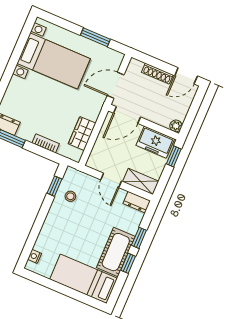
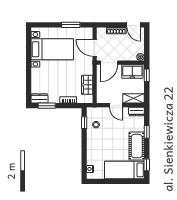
door: (186, 76) -> (134, 25), hinge flipped
door: (116, 85) -> (95, 48), hinge flipped
window: (128, 263) -> (147, 165), moved

